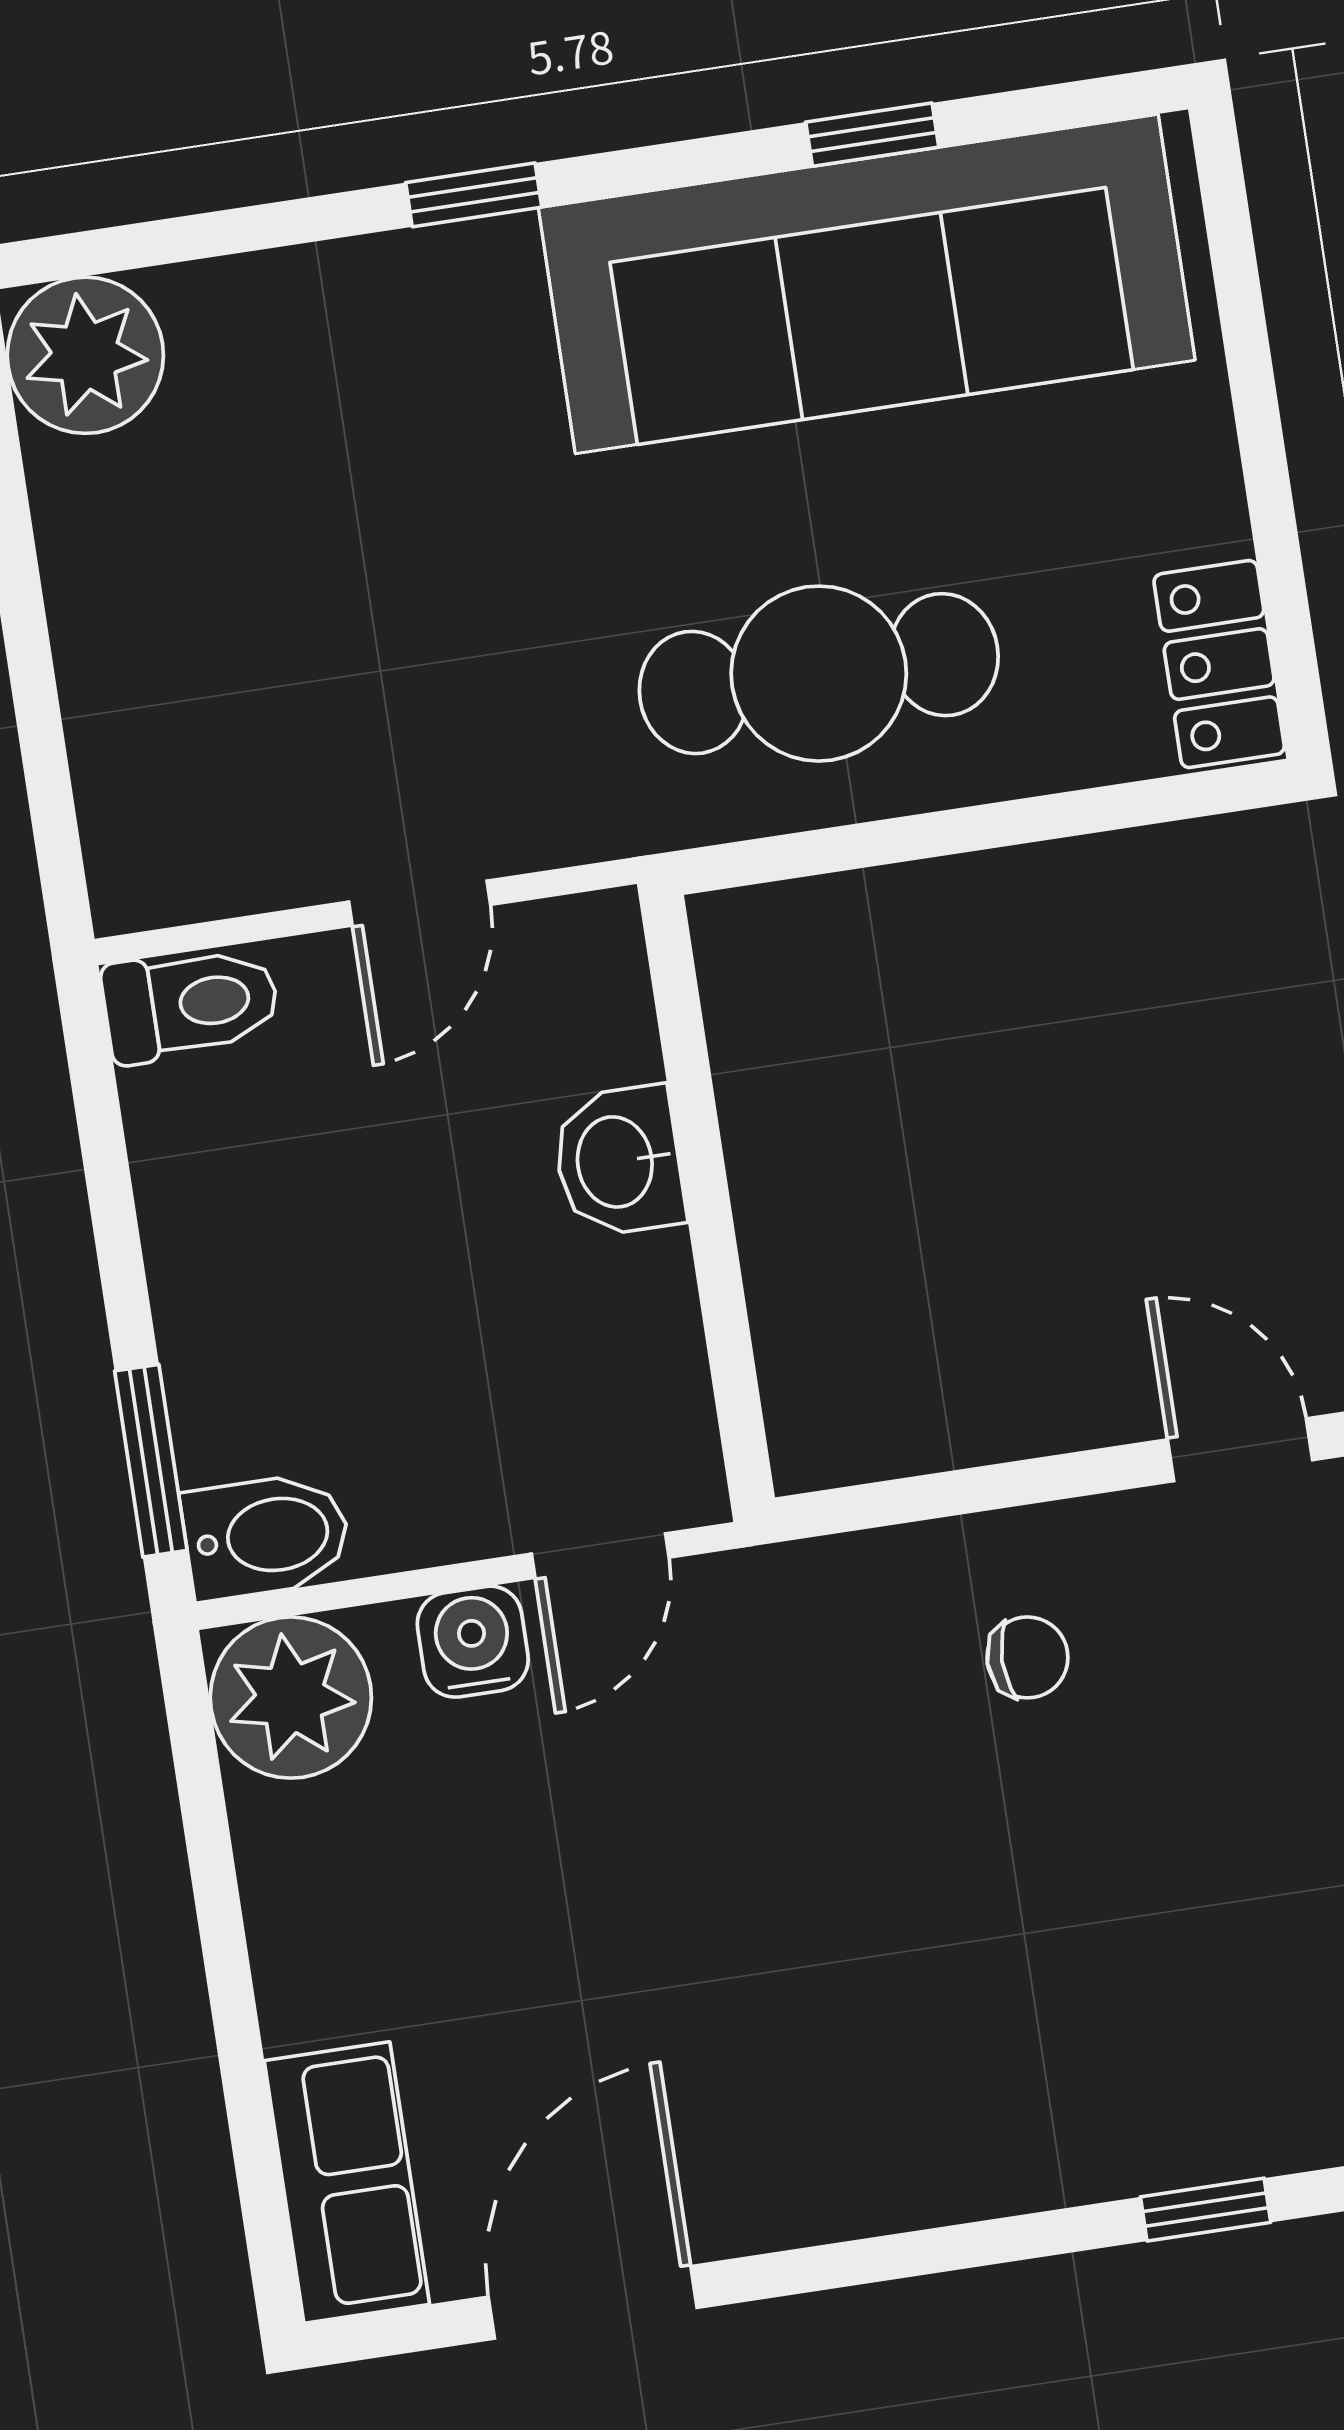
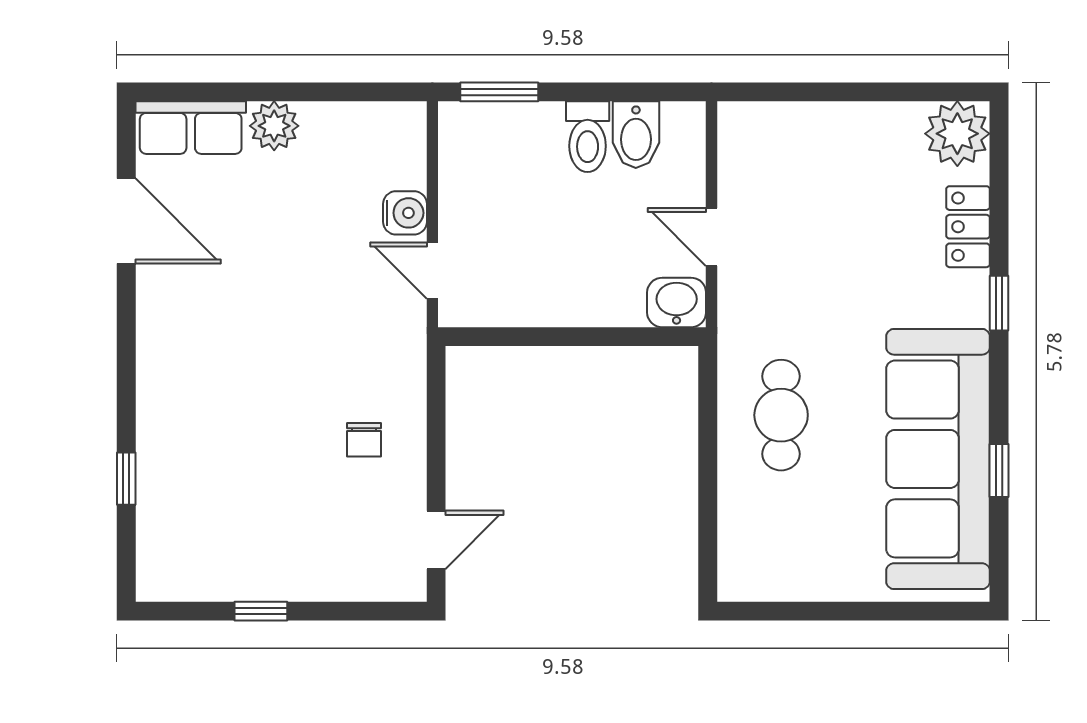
locker: (1219, 664) -> (968, 227), moved, turned -90
cafe table: (819, 674) -> (781, 415), width x0.73, depth x0.74
toilet: (191, 1004) -> (588, 137), moved
washbasin: (618, 1161) -> (677, 302), moved
bidet: (266, 1536) -> (636, 135), moved
plant: (291, 1698) -> (274, 126), moved, width x0.73, depth x0.73

